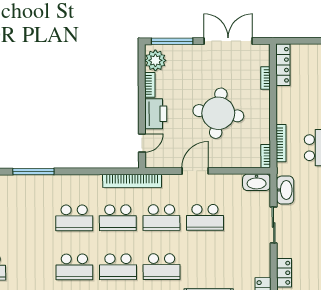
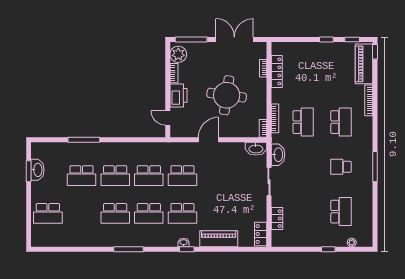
locker: (283, 65) -> (277, 71), moved
door: (142, 143) -> (168, 118), swing flipped
bookcase: (132, 181) -> (160, 147), removed
school desk: (205, 217) -> (82, 176), moved

